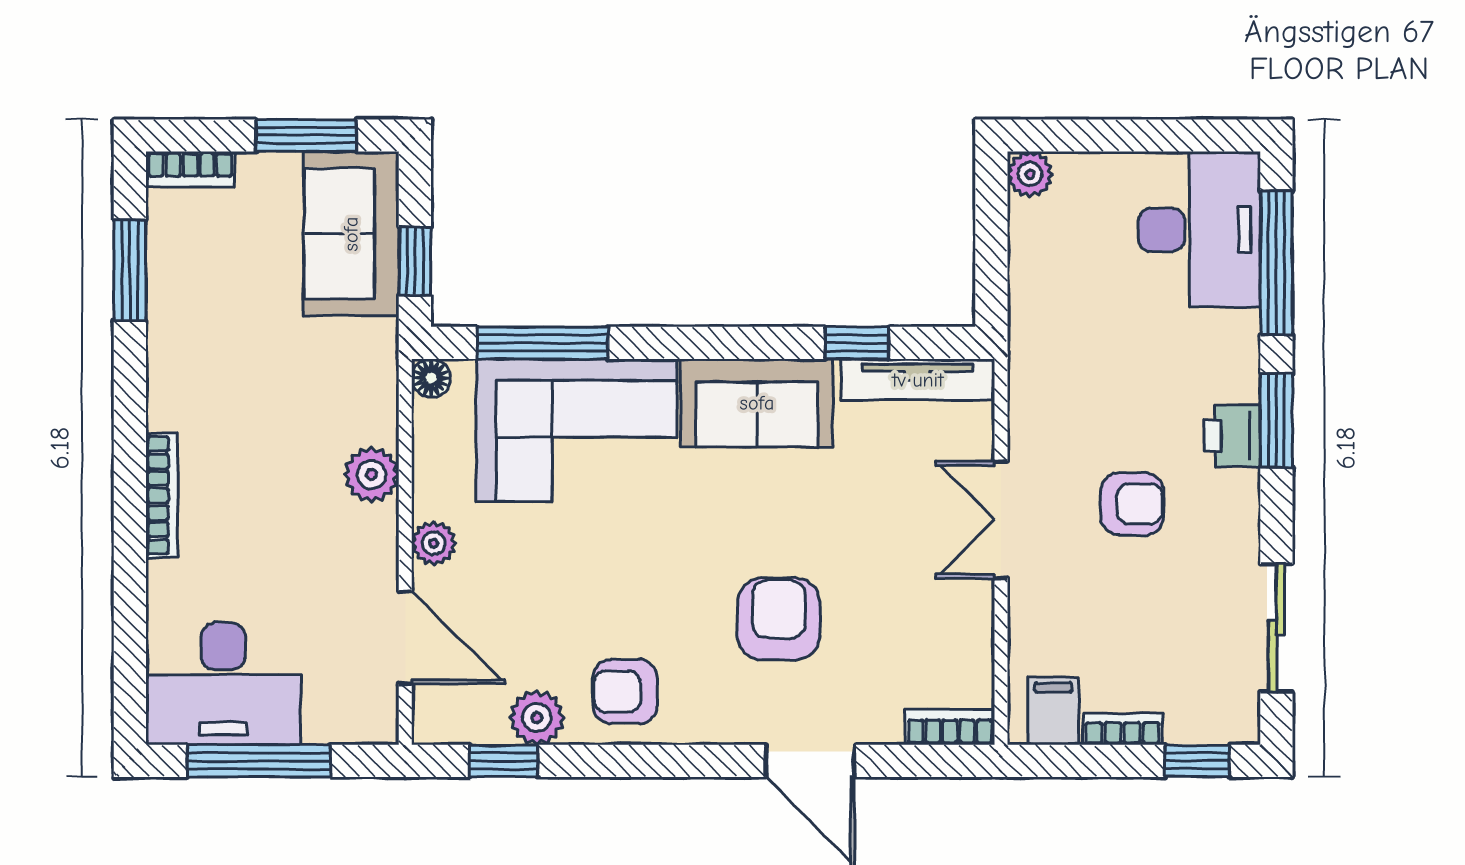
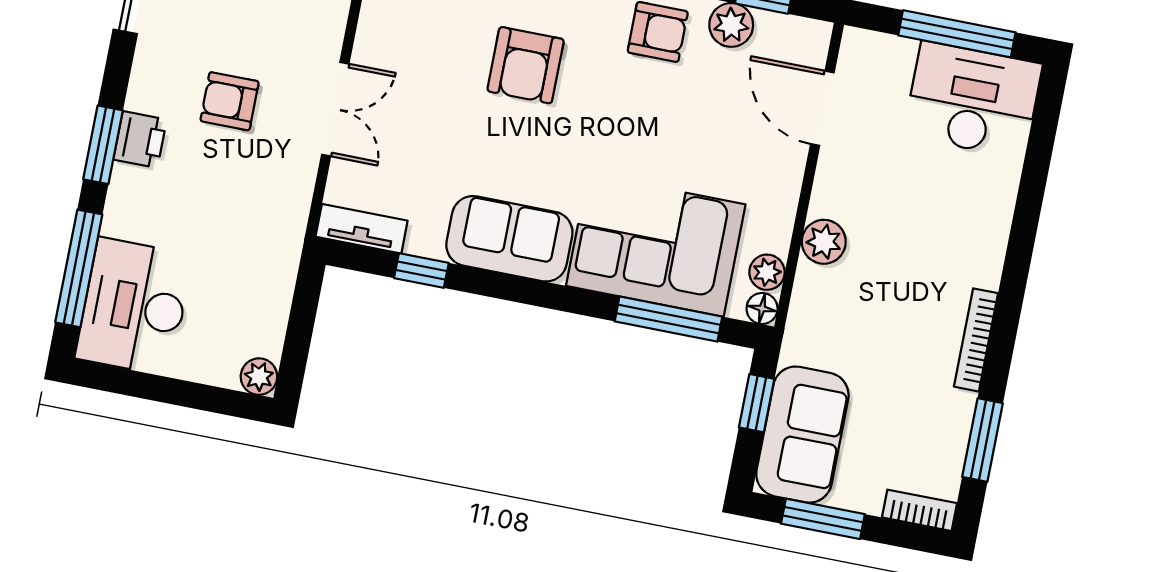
tv unit: (918, 380) -> (362, 229), width x0.71
bookcase: (162, 495) -> (976, 340), moved
plant: (434, 543) -> (767, 272), moved

